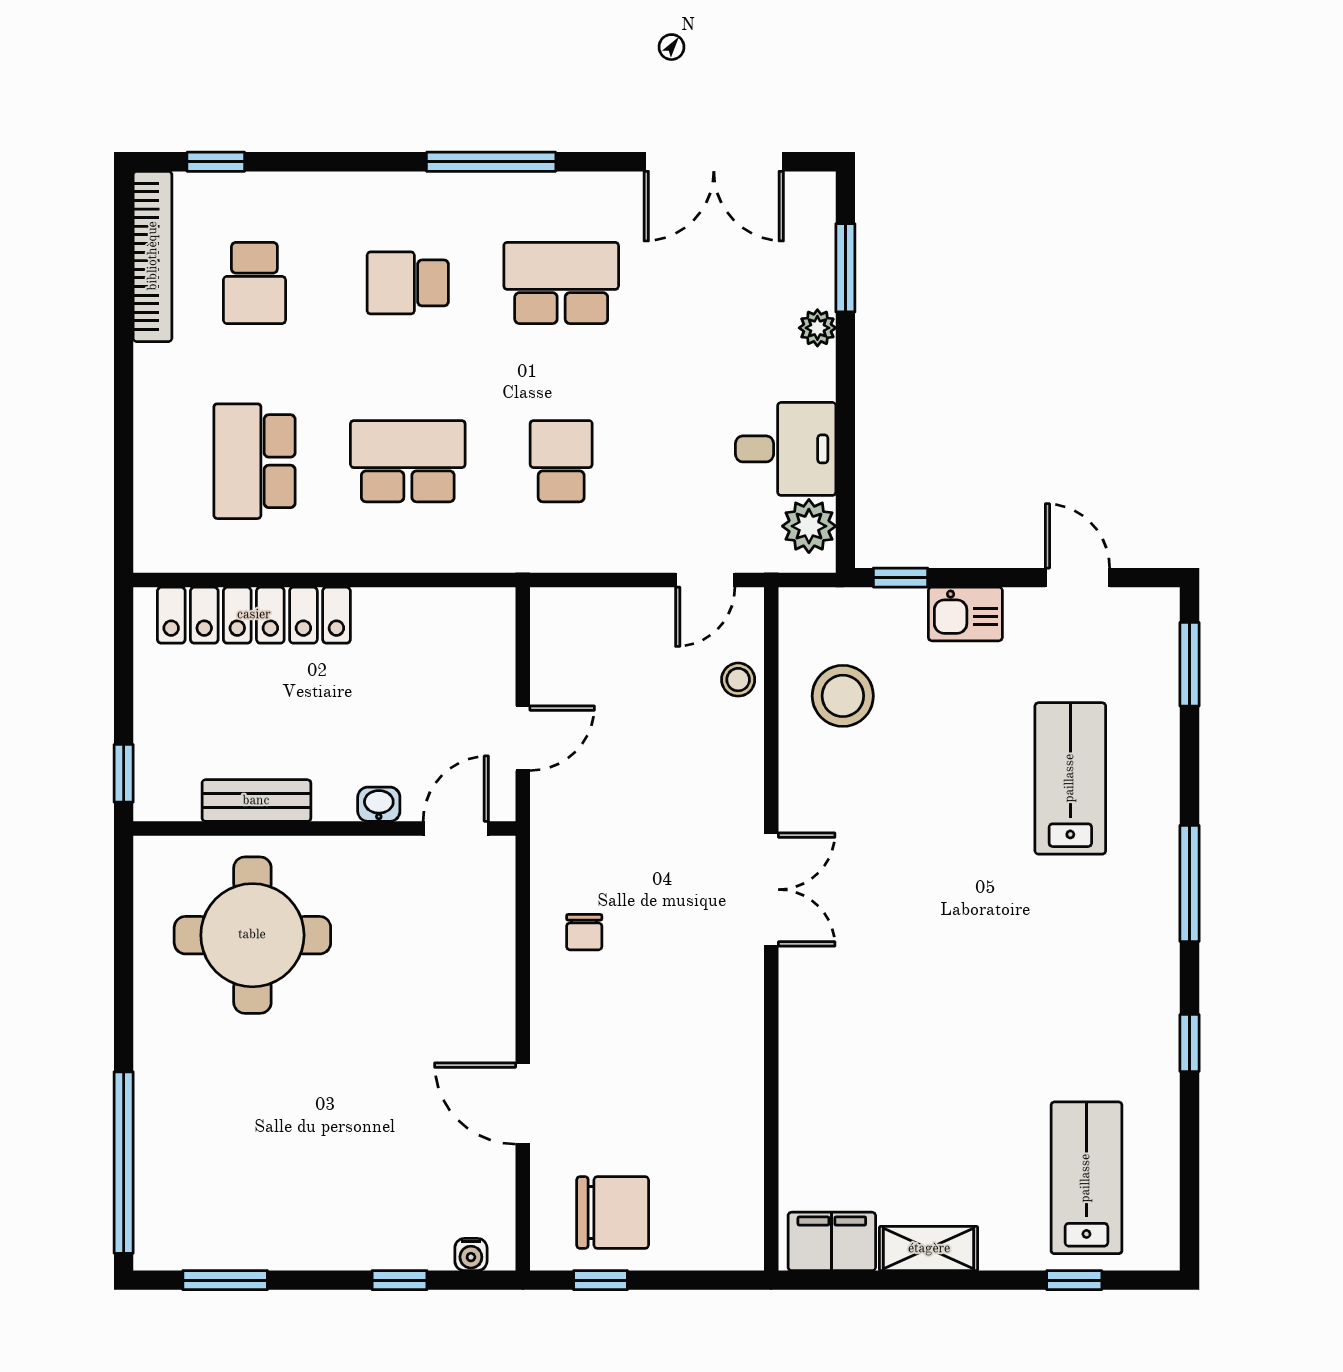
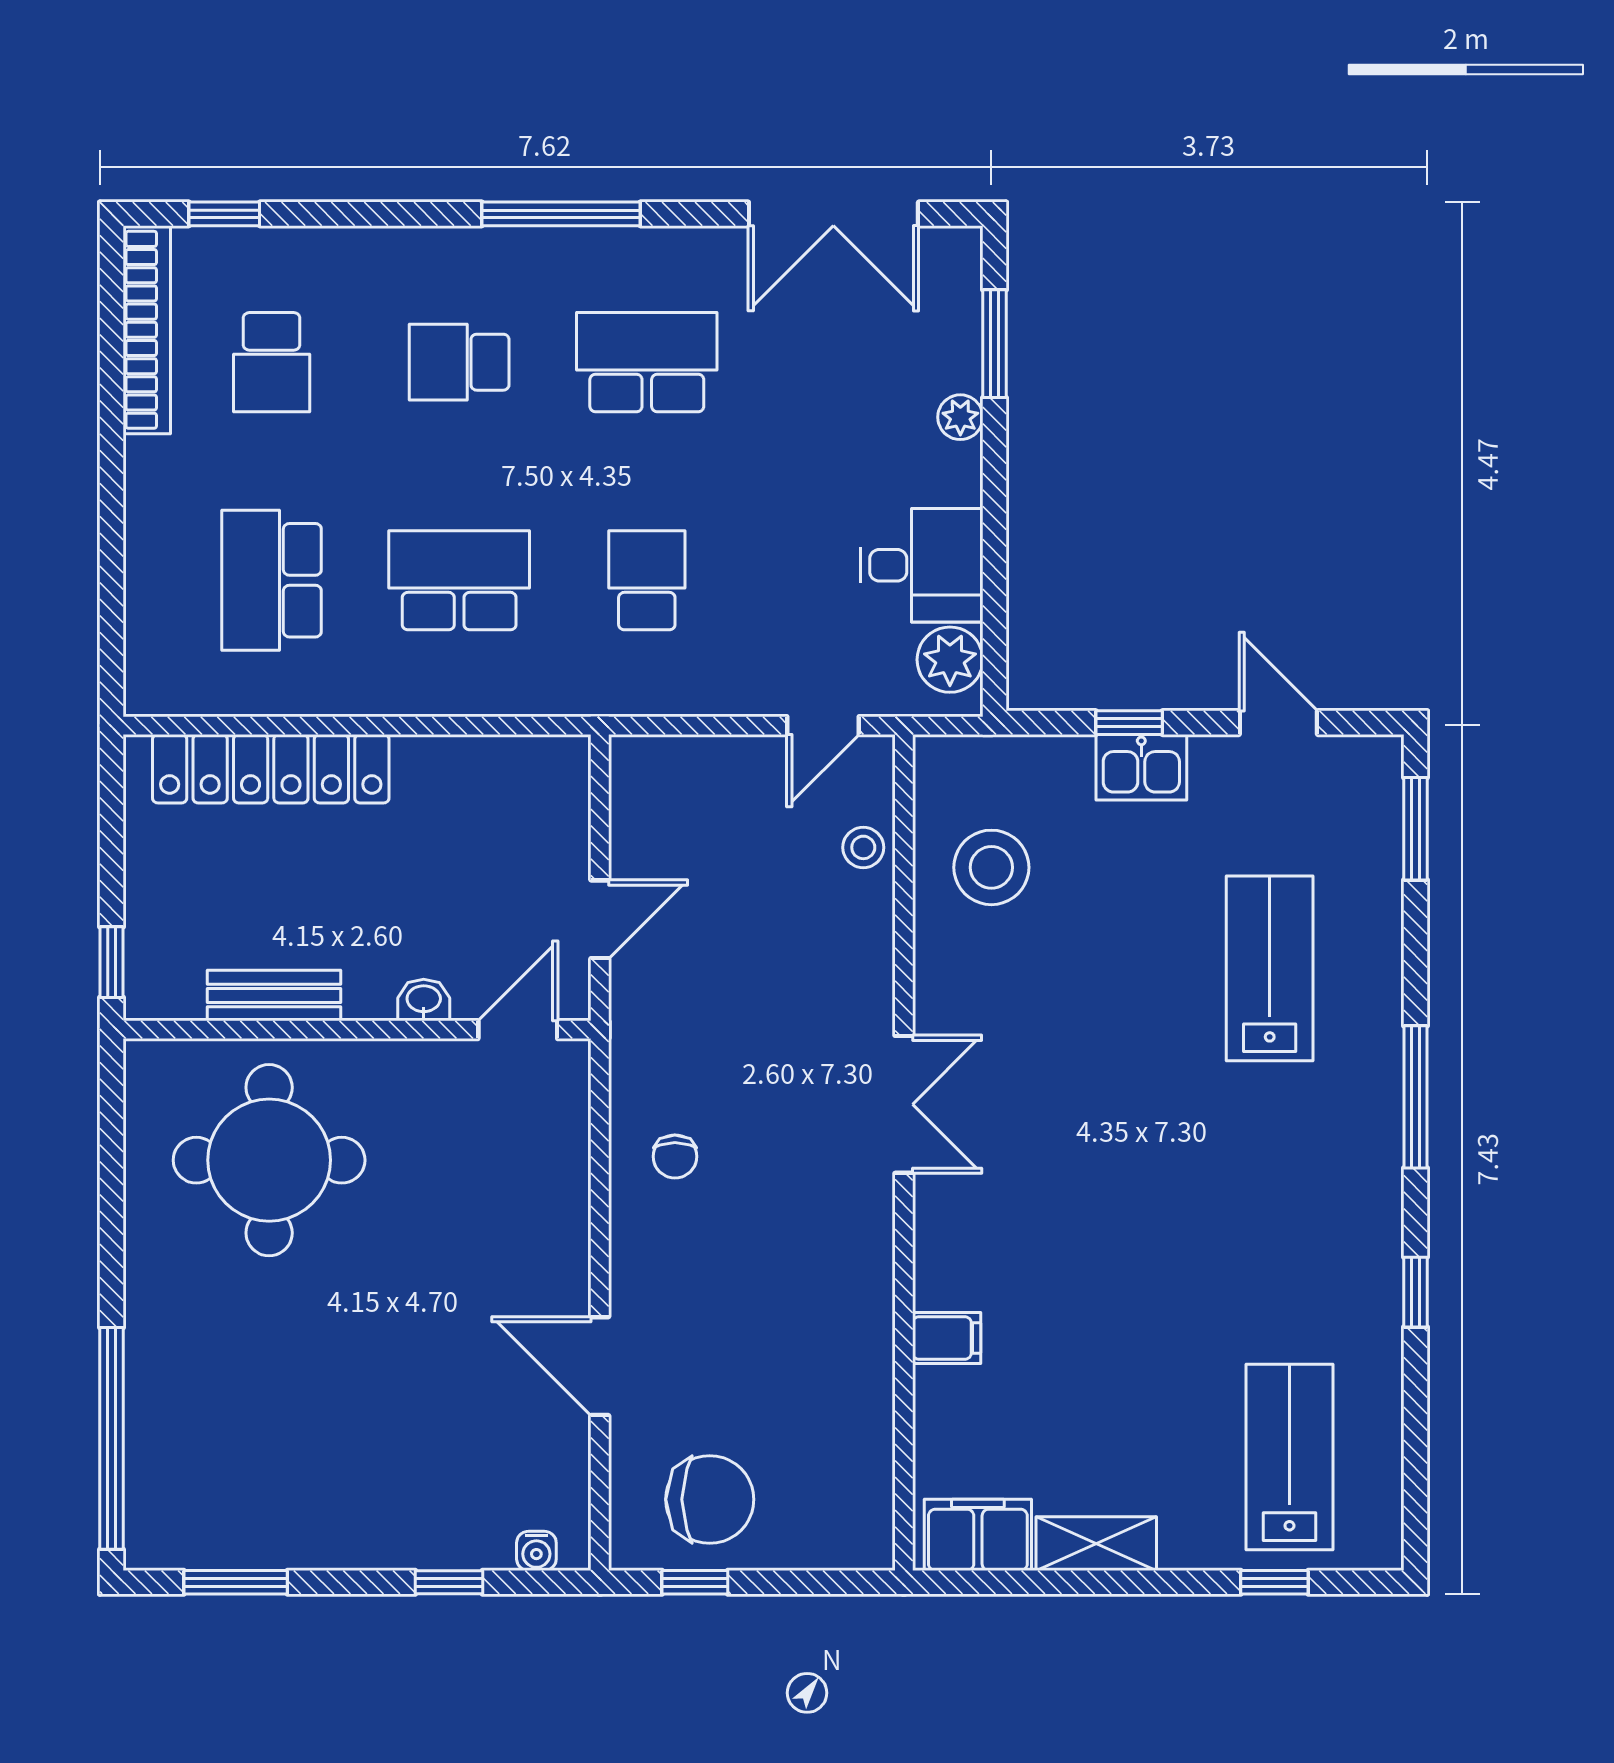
window: (901, 578) -> (1129, 723), moved
filing cabinet: (806, 1081) -> (947, 1338), added

